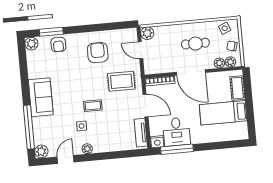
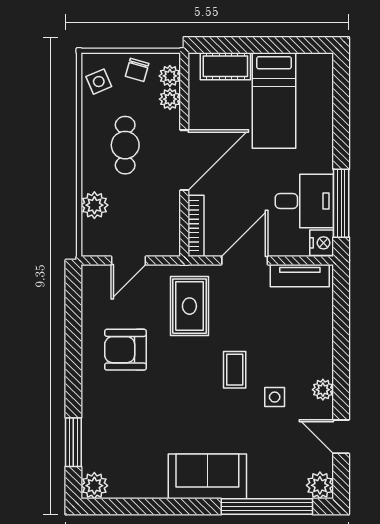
plant: (147, 33) -> (94, 205), moved
armchair: (58, 45) -> (101, 430), removed

